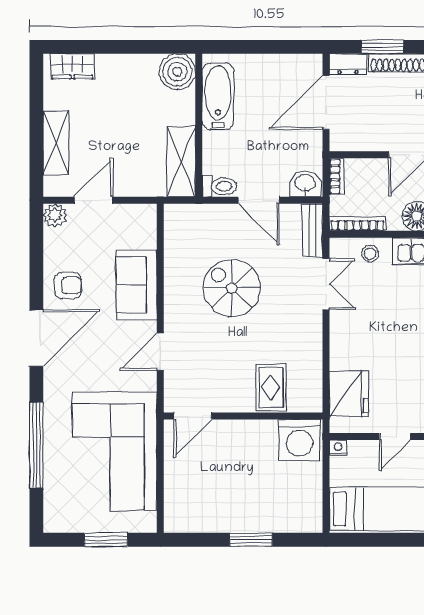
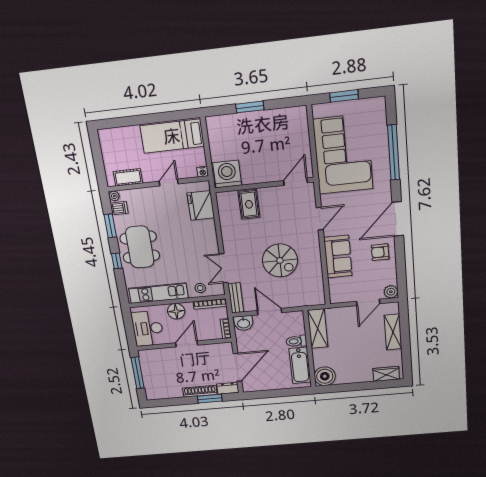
toilet: (219, 186) -> (296, 341), moved

